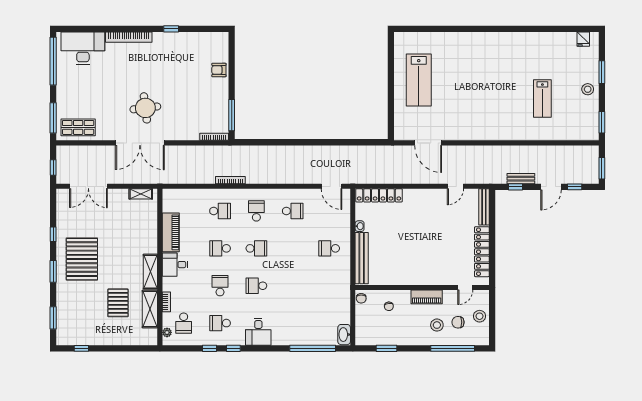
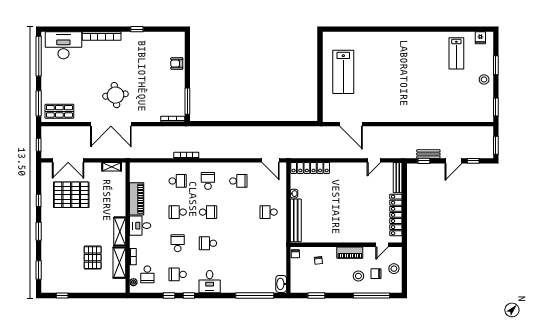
lab bench: (542, 99) -> (456, 53), moved
pallet: (82, 259) -> (71, 195), moved, turned 90

